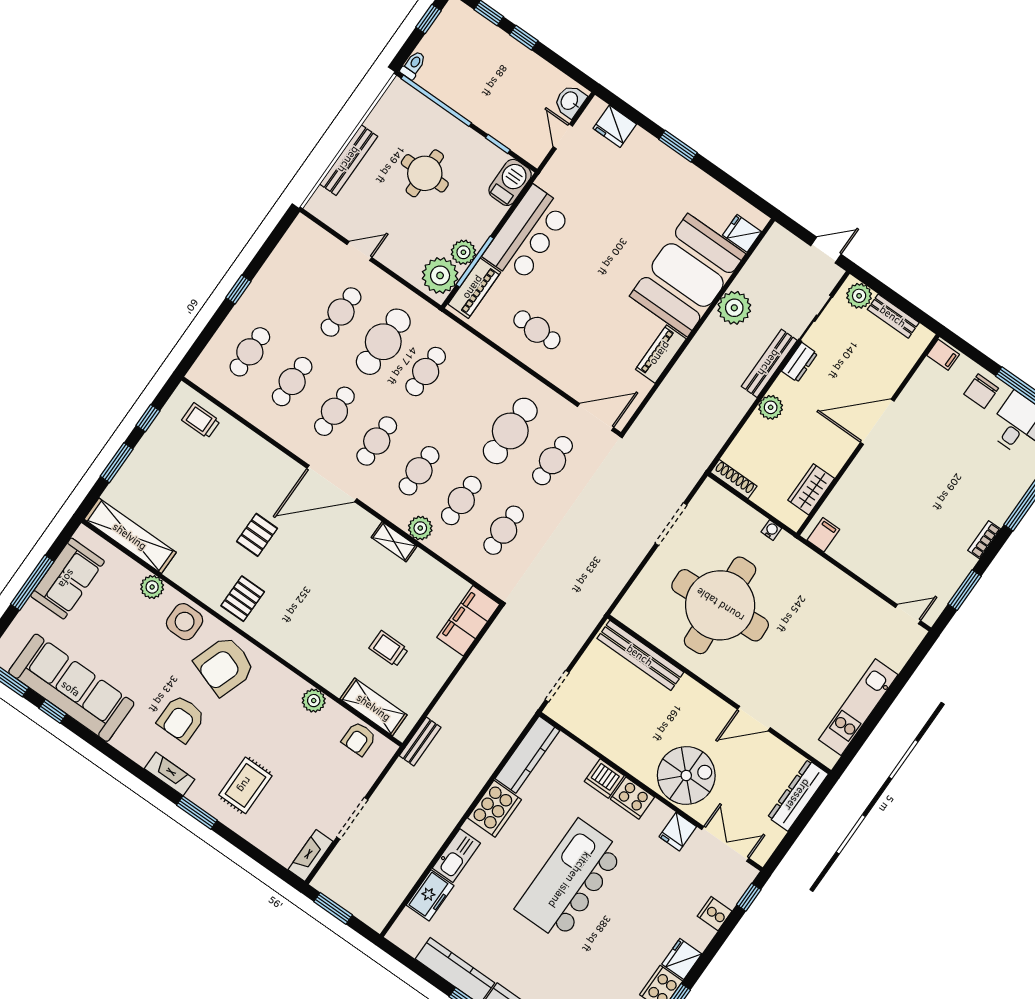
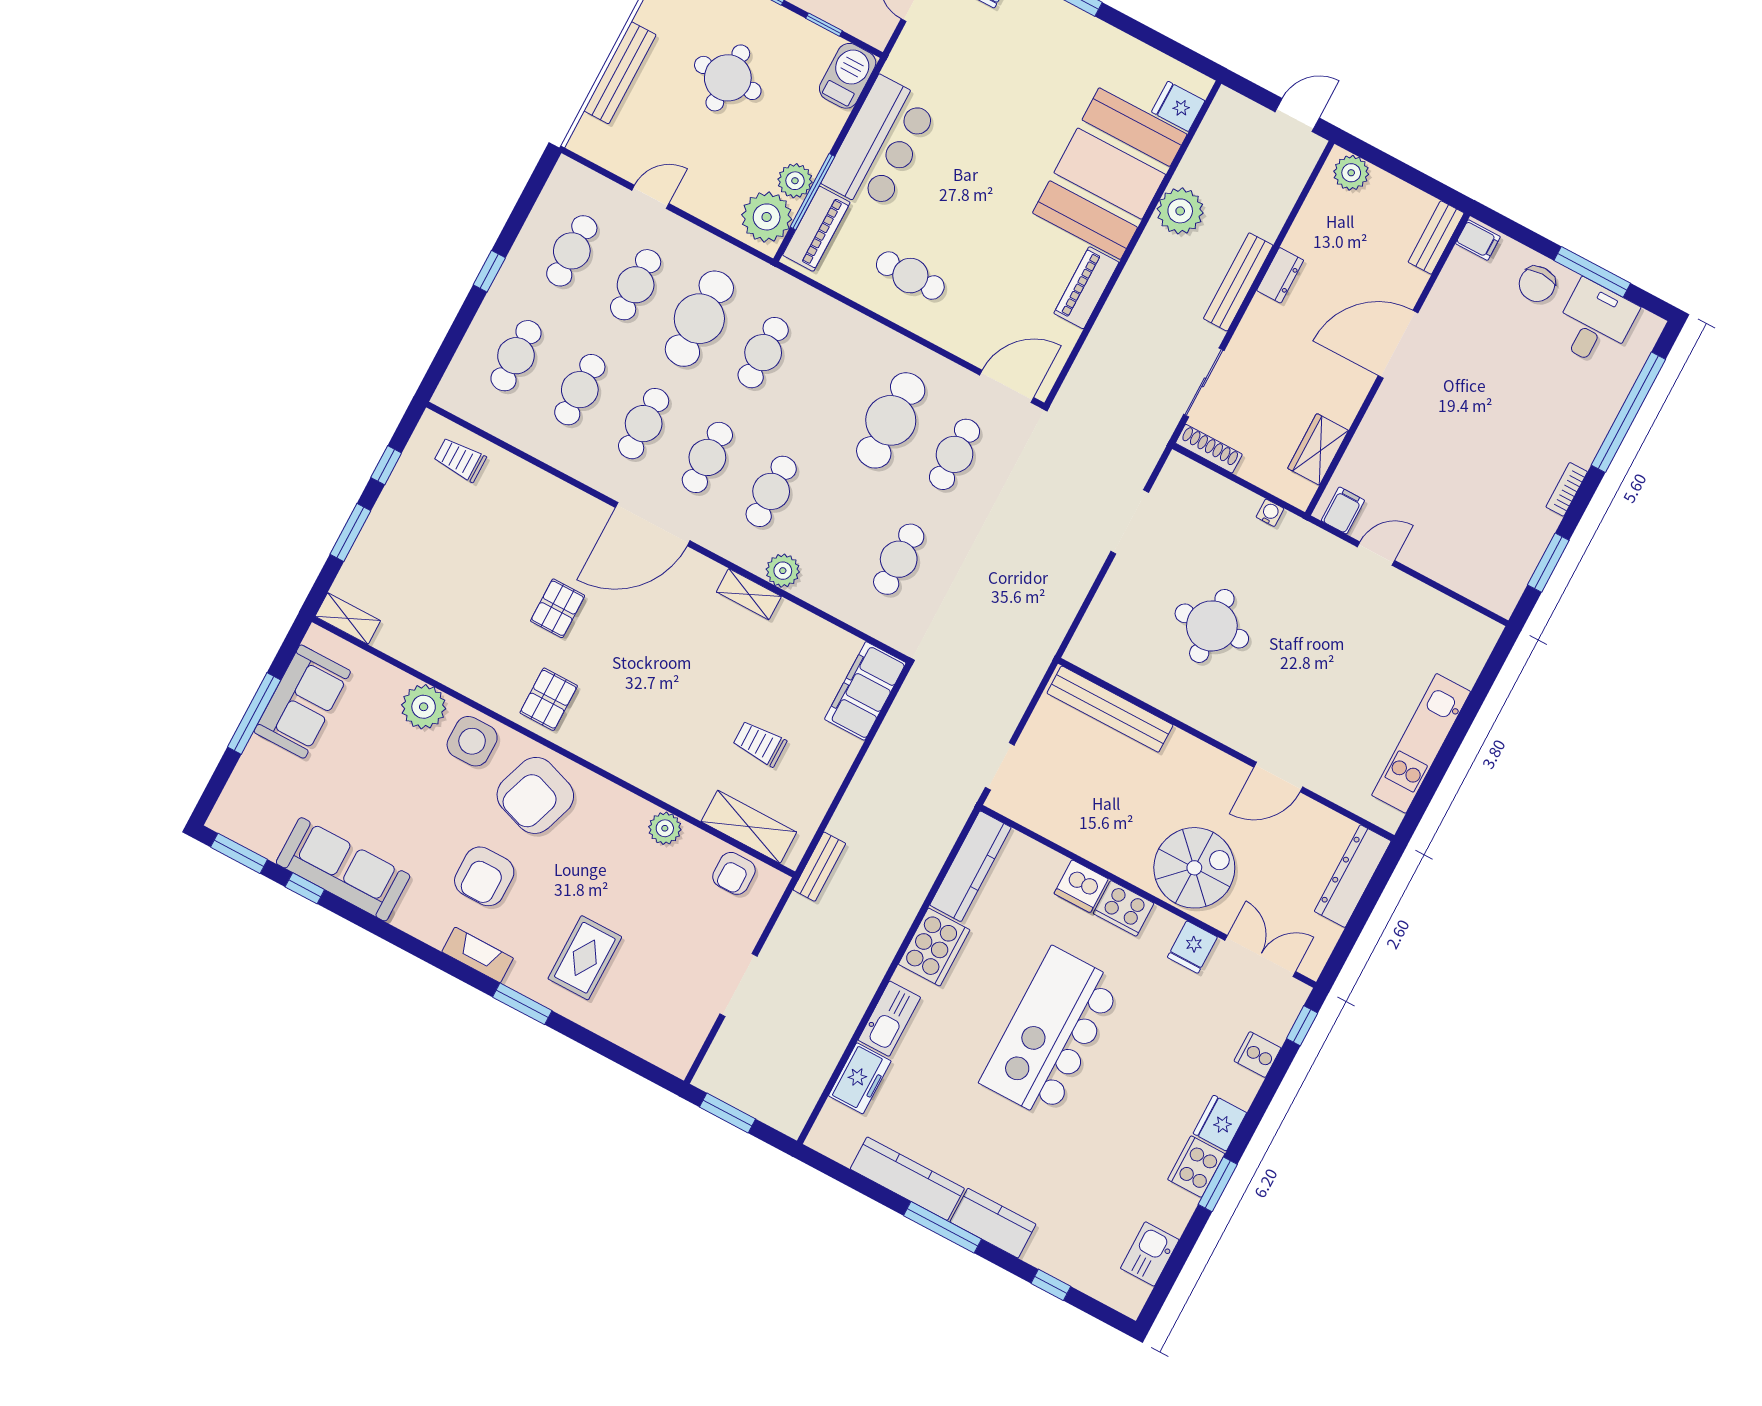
bench: (893, 316) -> (1436, 238), moved, turned 90
sliding door: (816, 318) -> (1204, 382), moved
plant: (771, 407) -> (1248, 343), removed
cafe table: (461, 500) -> (572, 251), moved
shelving: (130, 536) -> (348, 619), width x0.45, depth x0.75
plant: (152, 587) -> (424, 707), width x1.36, depth x1.36
round table: (720, 605) -> (1212, 626), width x0.54, depth x0.54
door: (908, 614) -> (1376, 554), moved
sofa: (71, 688) -> (343, 869), width x0.74, depth x0.79
fireplace: (311, 856) -> (687, 1044), removed

